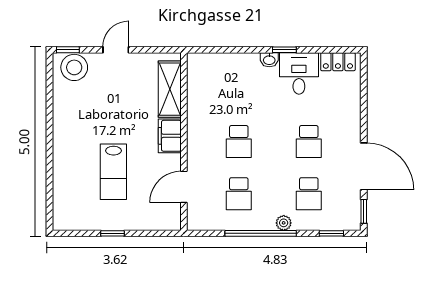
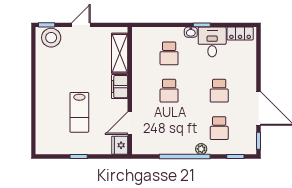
school desk: (239, 194) -> (169, 53), moved
fridge: (170, 218) -> (120, 145), added

